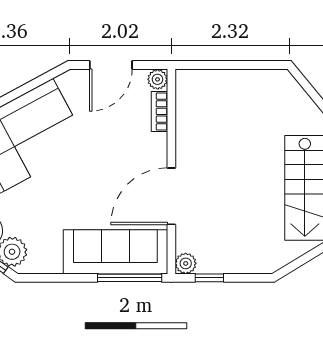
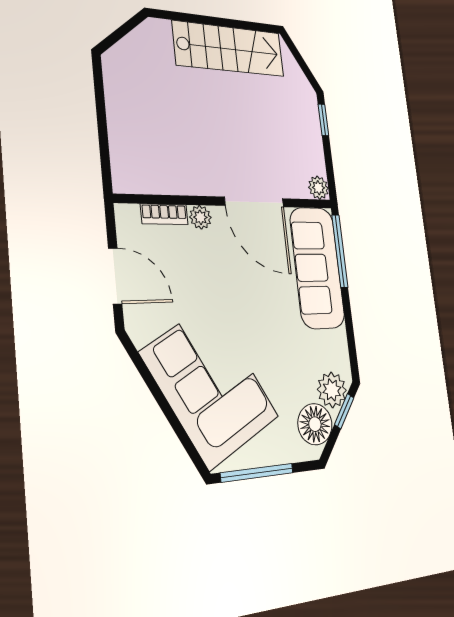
plant: (158, 79) -> (200, 217), moved
window: (209, 278) -> (323, 120), moved

